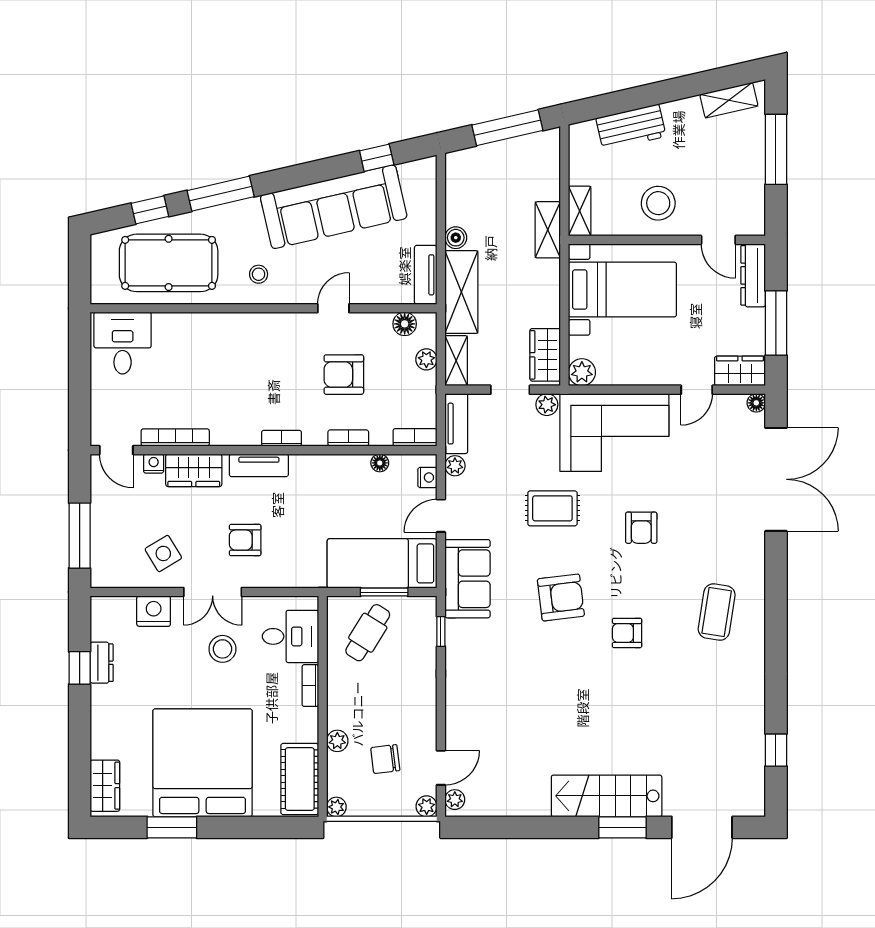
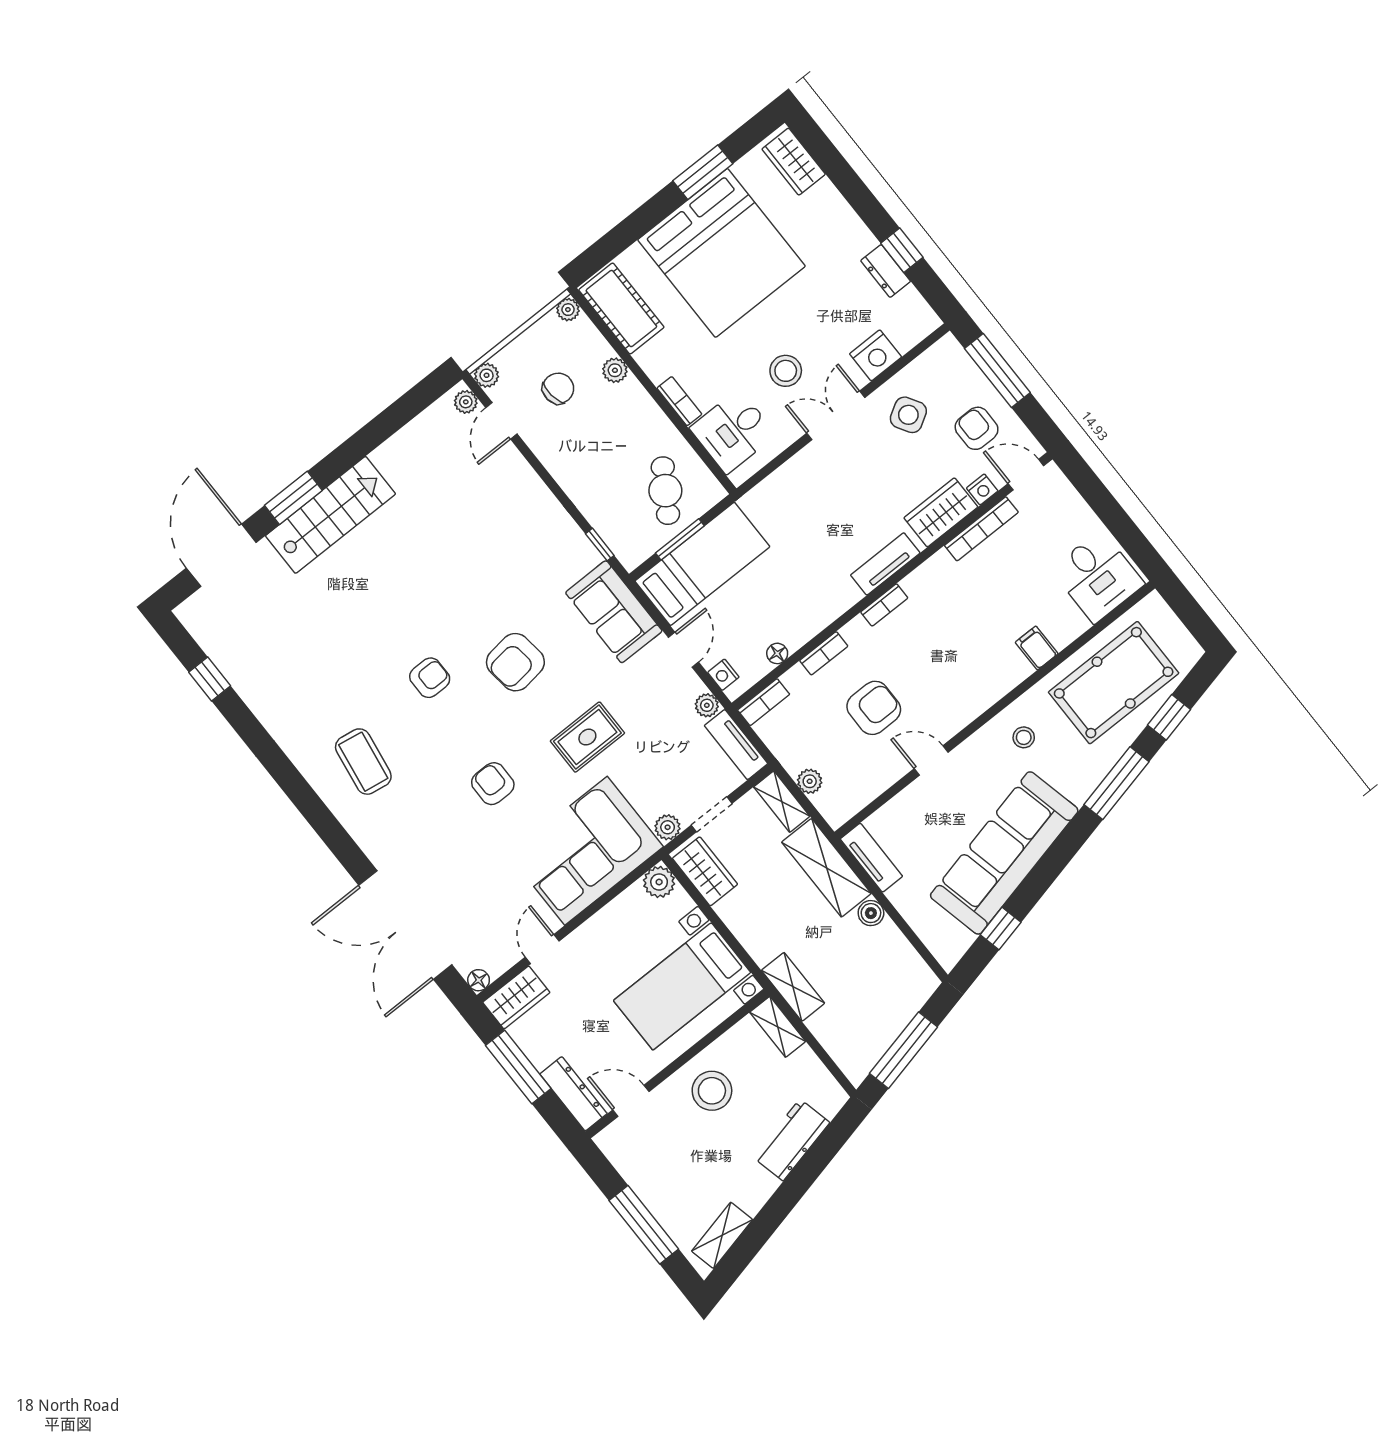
door: (333, 308) -> (931, 761), swing flipped
floor lamp: (405, 324) -> (855, 798), removed
filing cabinet: (202, 328) -> (1037, 648), added
armchair: (245, 540) -> (977, 428), moved, turned -90

